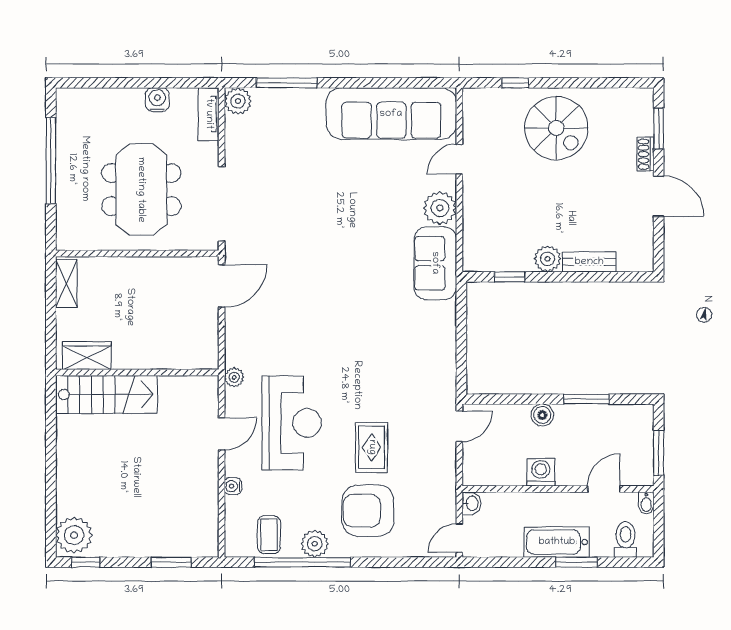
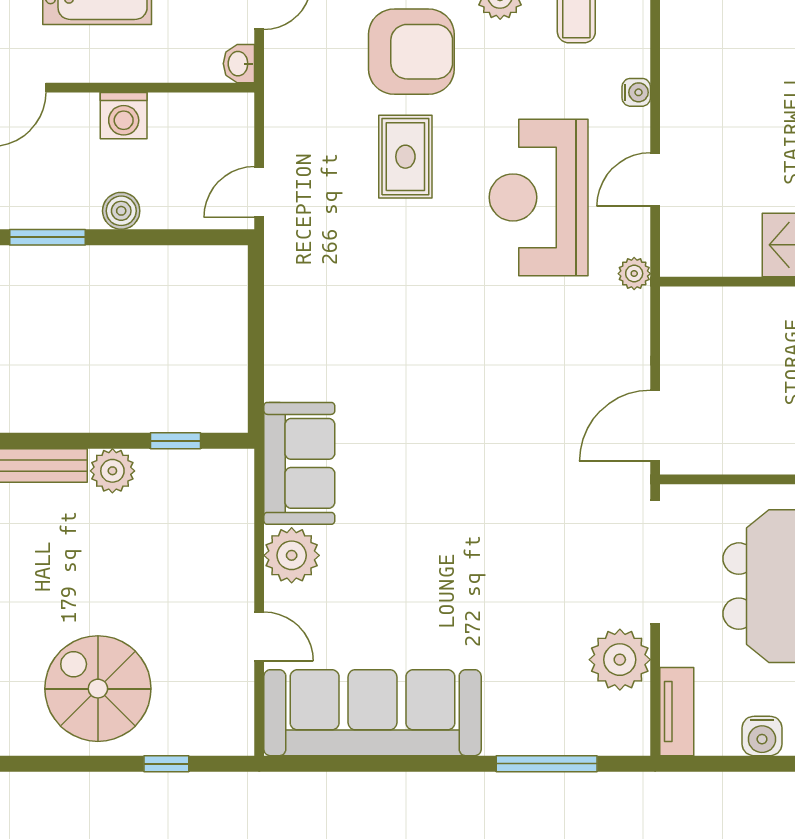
plant: (238, 101) -> (620, 660), moved, width x1.36, depth x1.36
door: (459, 159) -> (259, 637), hinge flipped

